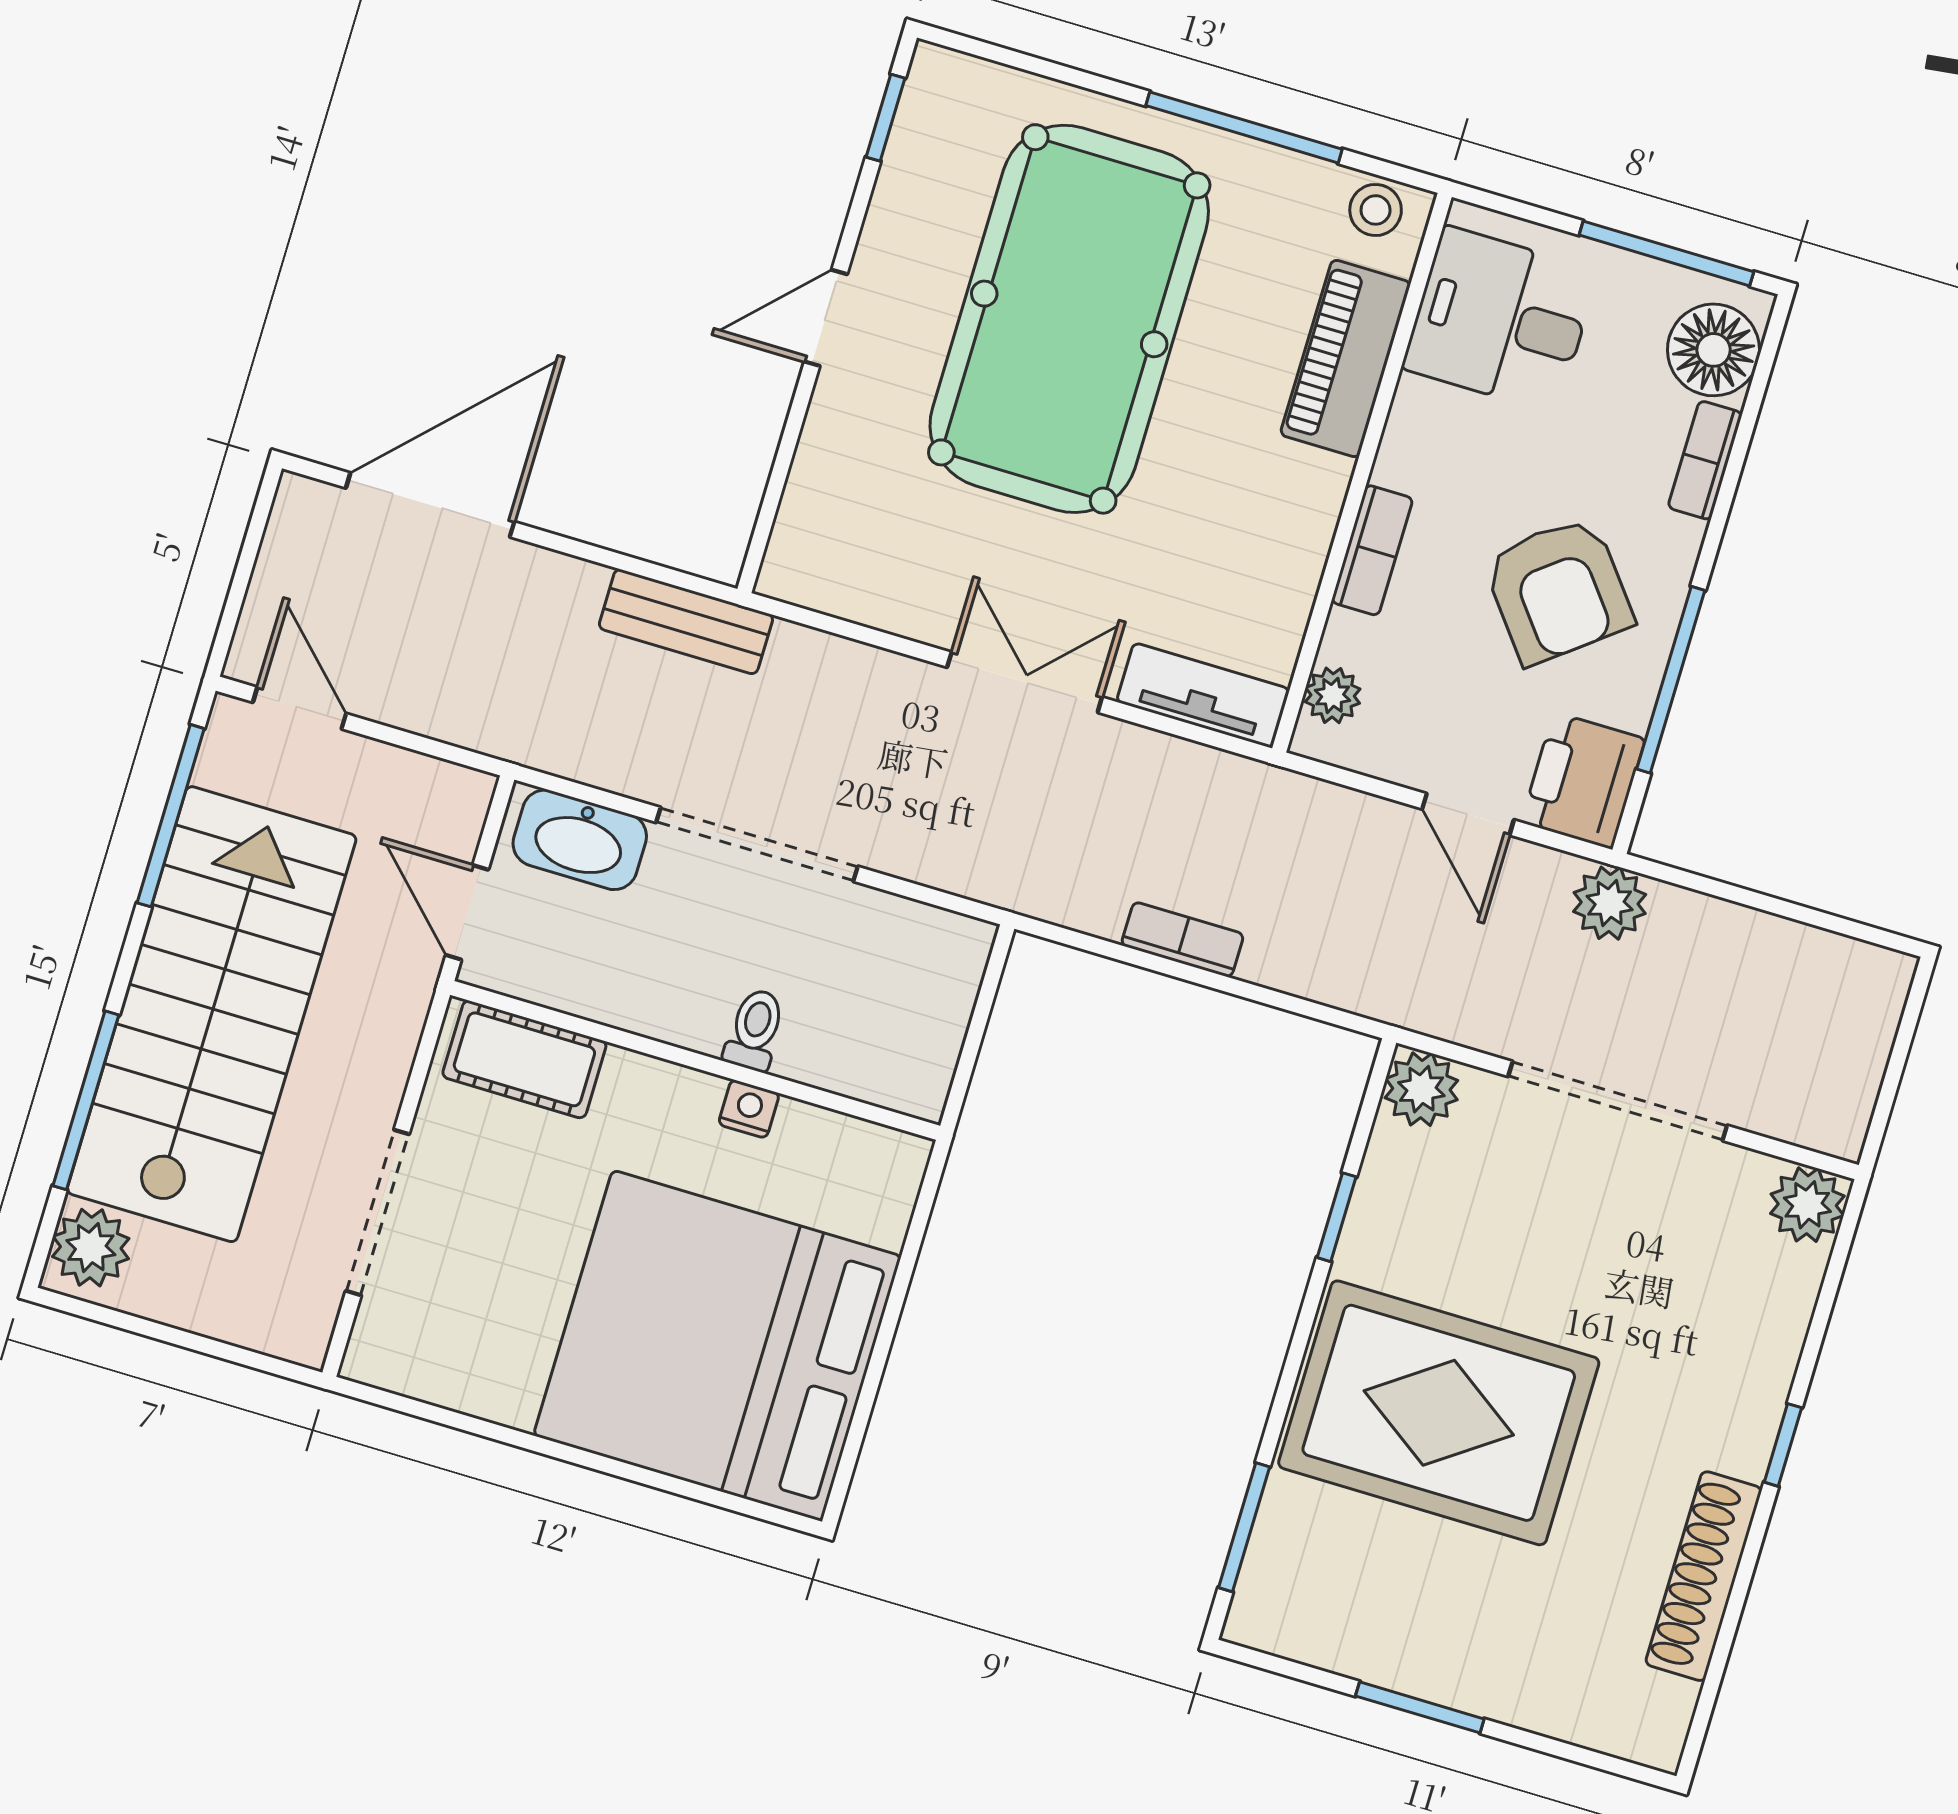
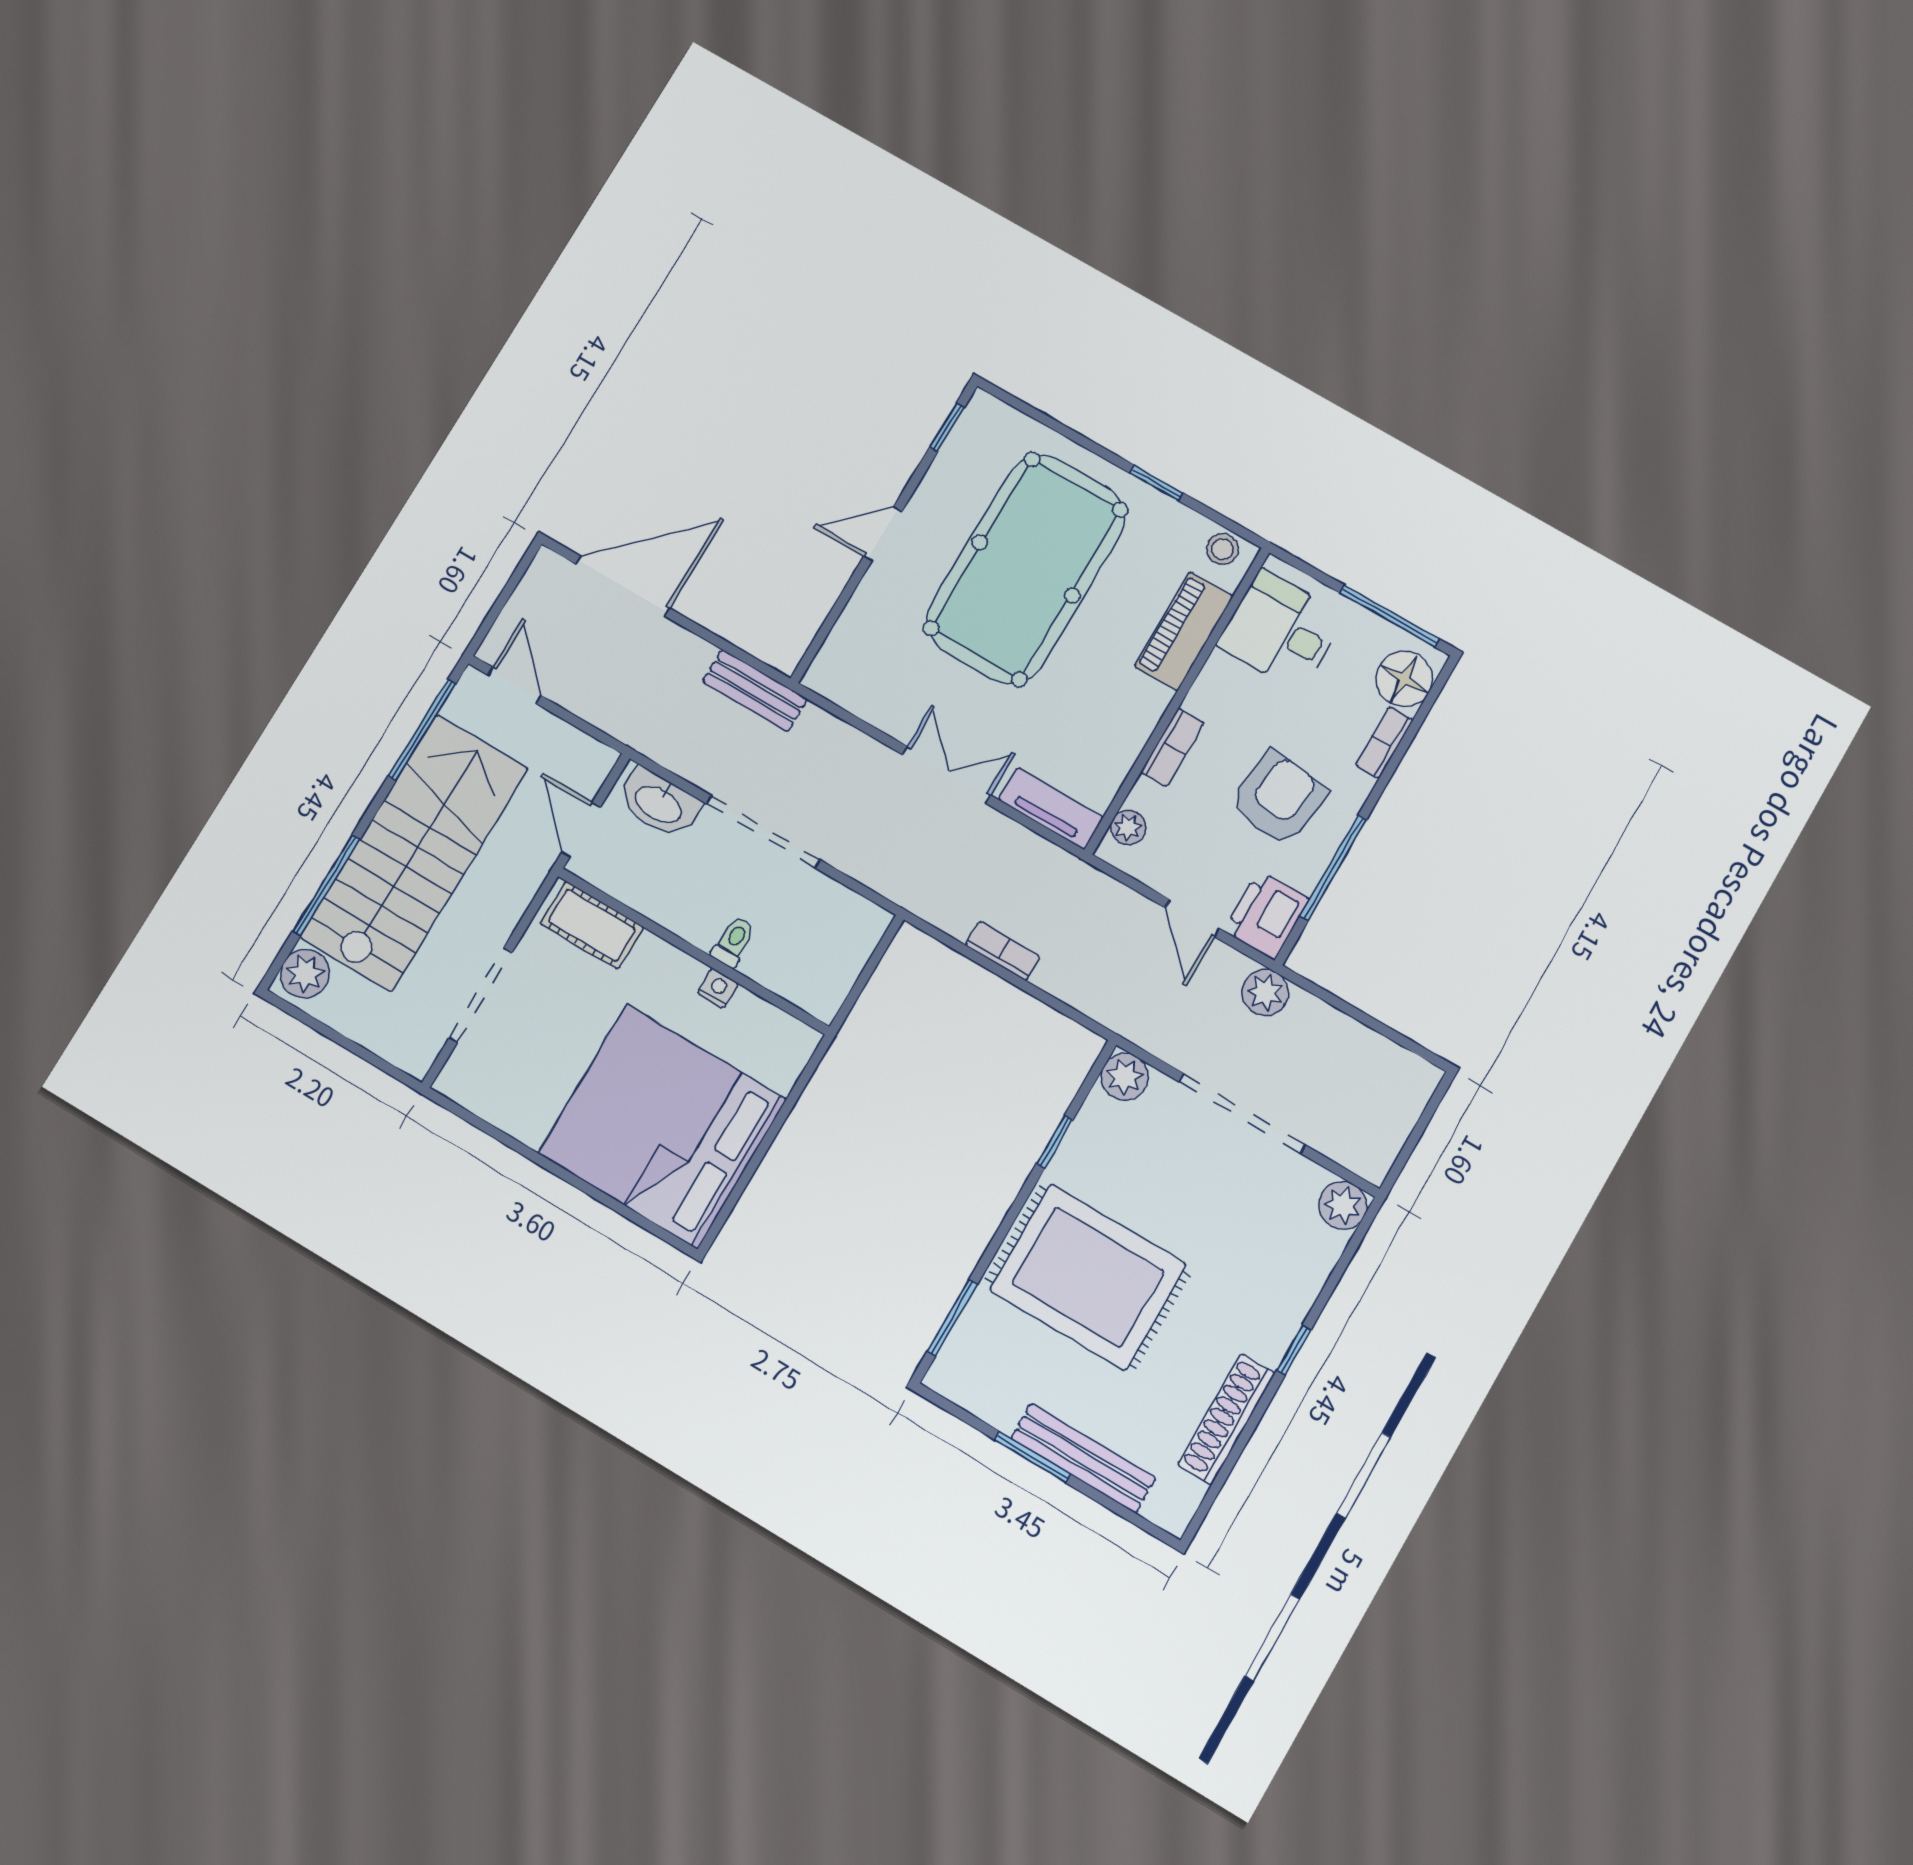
window: (1244, 127) -> (1156, 483), width x0.46
armchair: (1558, 590) -> (1278, 798), turned -135
bench: (1498, 1690) -> (1083, 1458), added

